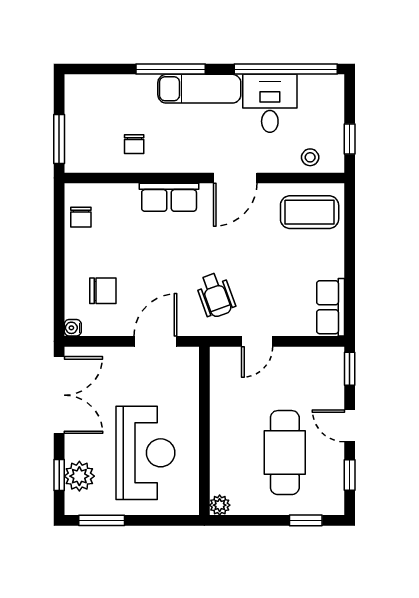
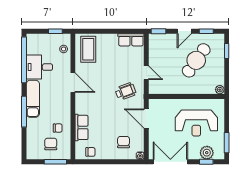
chair: (99, 129) -> (51, 144), added
row of seats: (169, 197) -> (82, 127), moved
reception desk: (145, 453) -> (196, 123), turned 180
cafe table: (285, 453) -> (196, 60), turned -55

